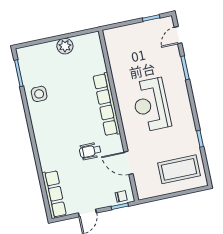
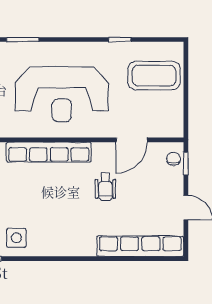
reception desk: (151, 105) -> (62, 94), width x1.36, depth x1.30
coffee table: (179, 169) -> (154, 76), turned 90
row of seats: (54, 194) -> (140, 246), width x1.36

